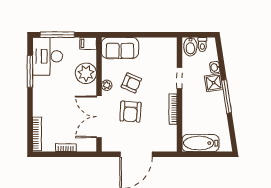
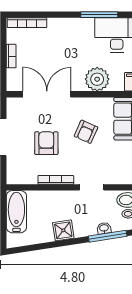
shower: (214, 83) -> (63, 230), moved
plant: (107, 85) -> (83, 103), removed
window: (227, 96) -> (108, 236), moved
armchair: (130, 112) -> (46, 143), moved, turned 86

